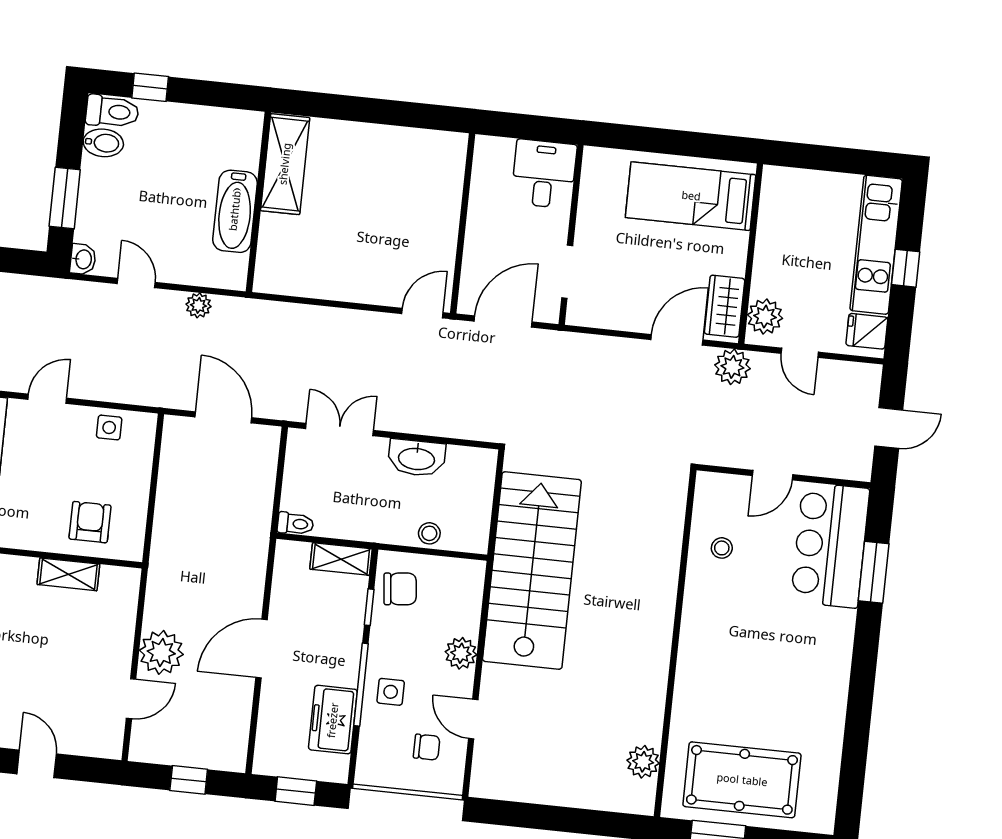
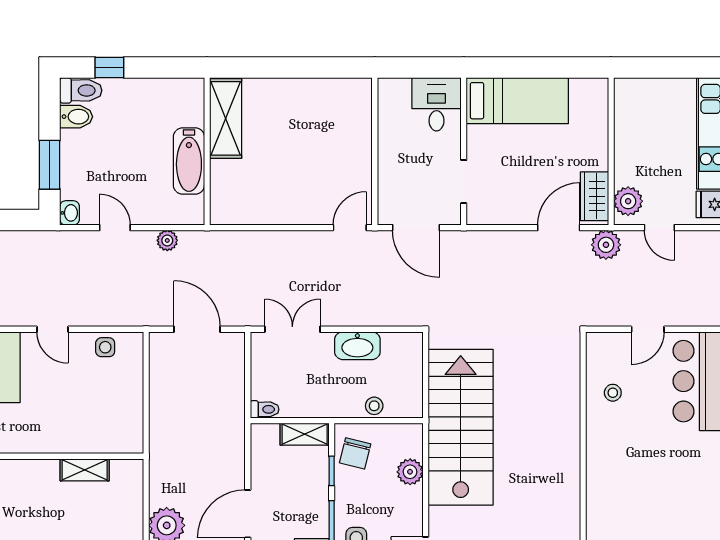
bed: (691, 196) -> (517, 101), moved, turned 180
door: (503, 322) -> (416, 228), swing flipped
door: (47, 399) -> (52, 329), swing flipped
armchair: (90, 522) -> (98, 426), removed
chair: (400, 589) -> (355, 453), turned 110
plant: (461, 653) -> (410, 472), moved

